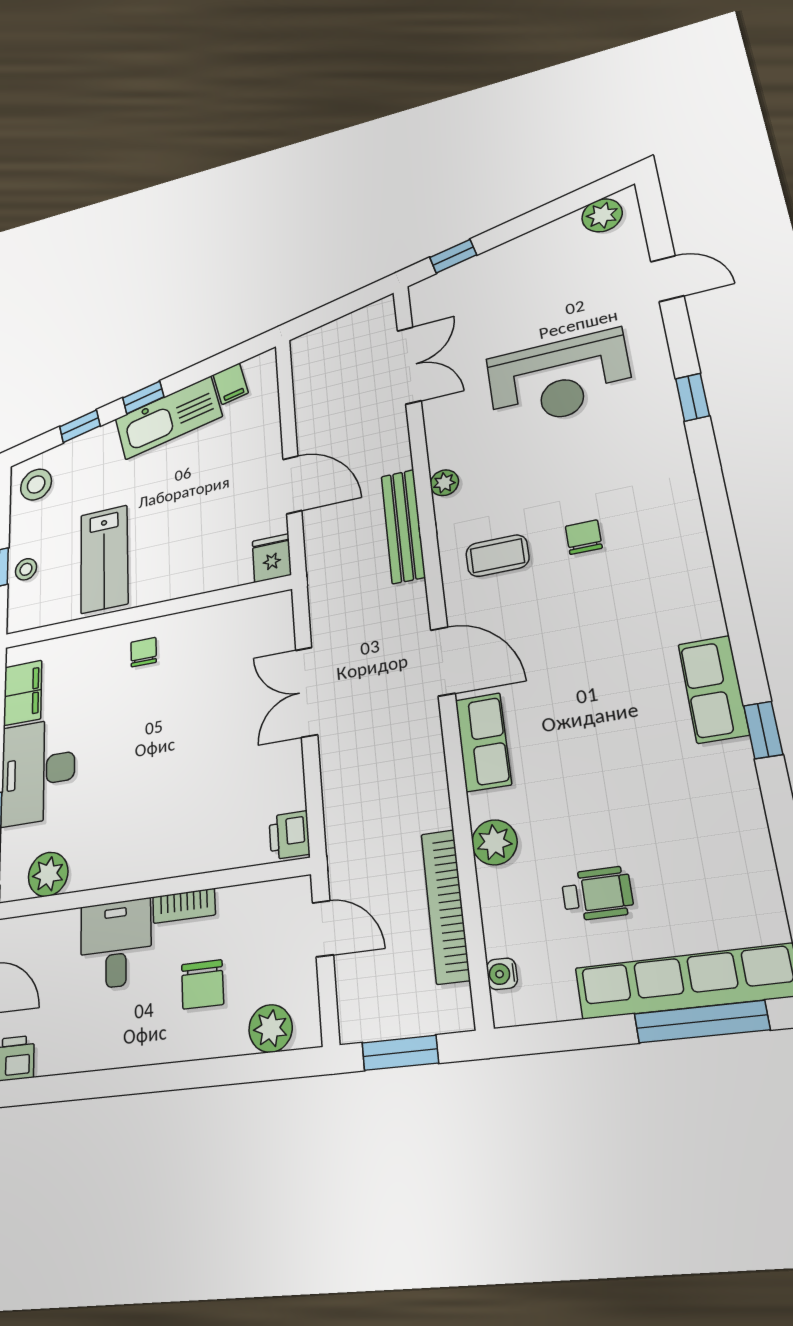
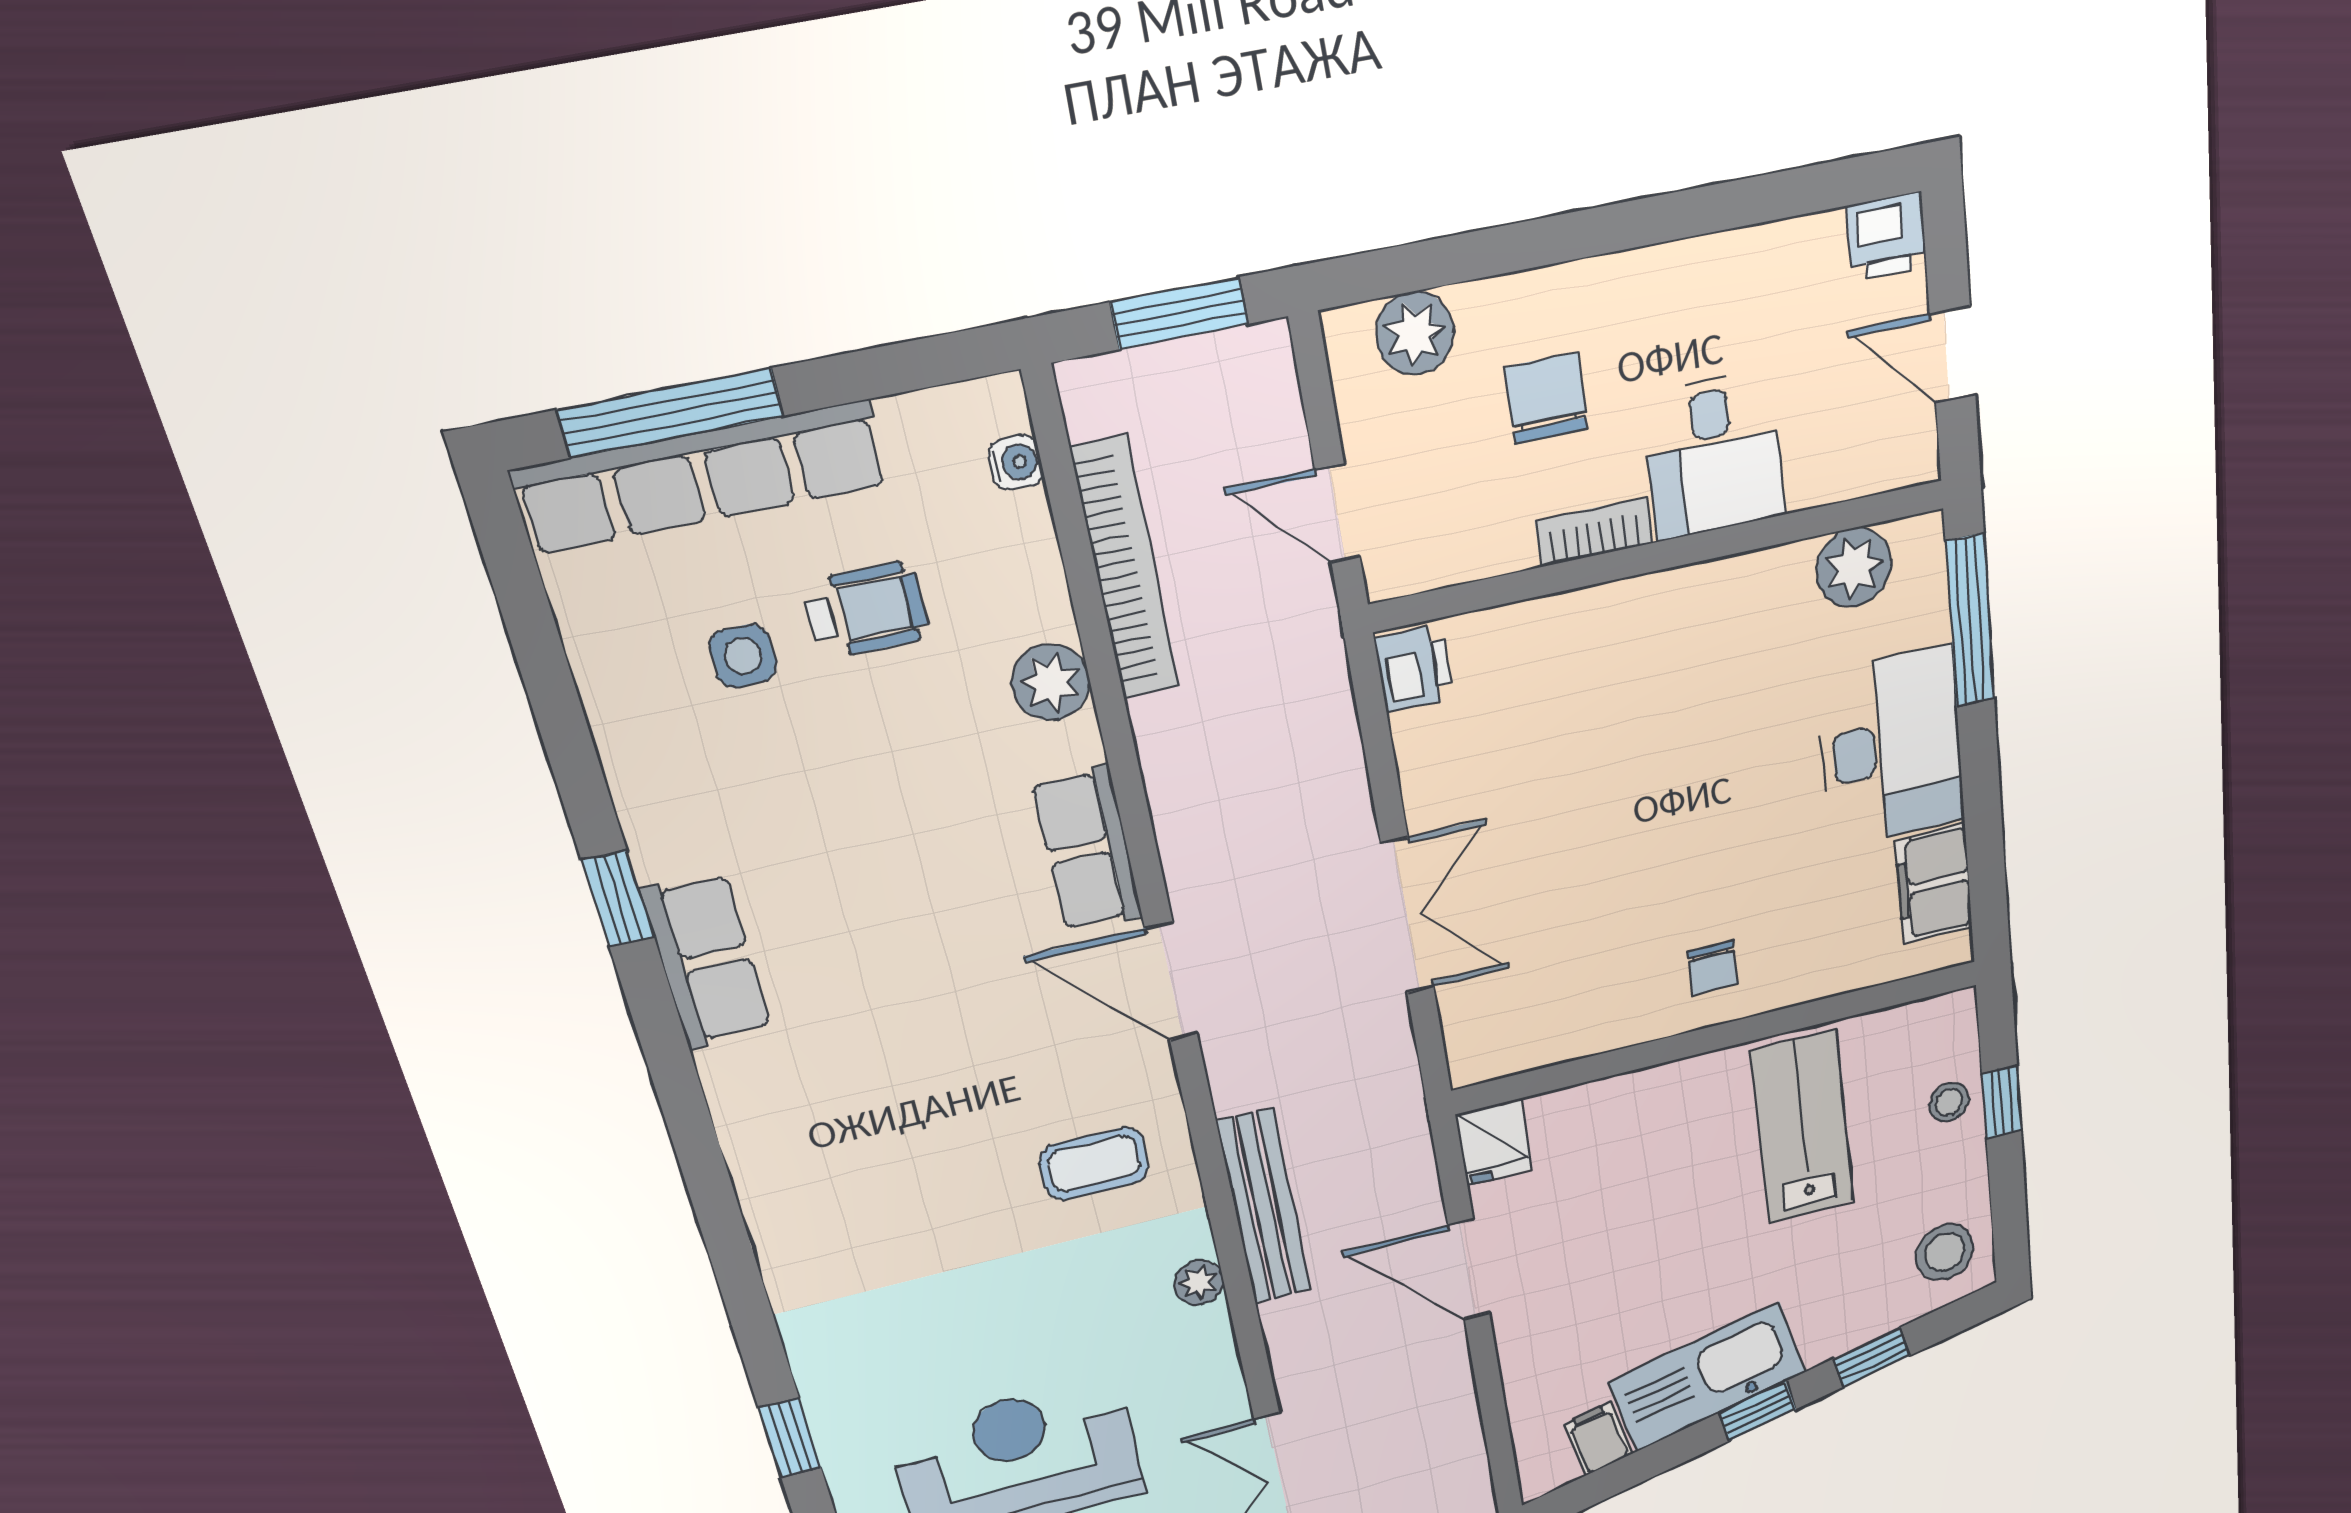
chair: (584, 537) -> (949, 1201), removed
side table: (673, 872) -> (743, 656), added
wheelchair: (597, 894) -> (866, 610), turned 180

